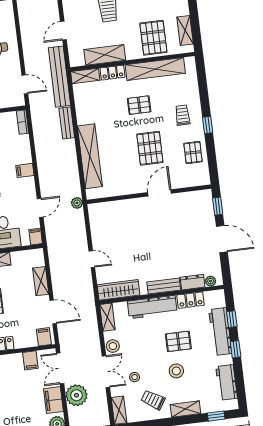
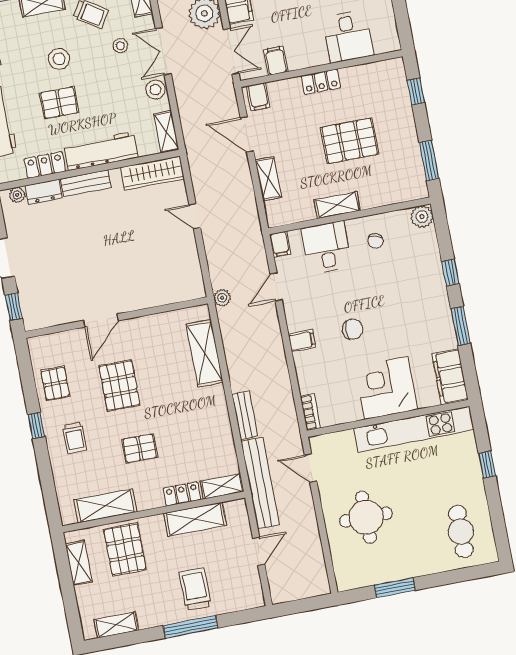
shelving: (155, 69) -> (105, 506), width x0.68
shelving: (90, 156) -> (205, 353), width x0.68

